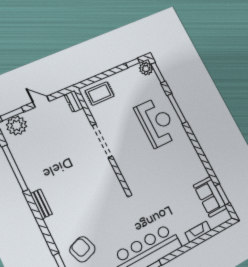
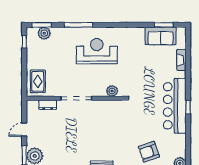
plant: (146, 69) -> (44, 33), moved
dresser: (74, 101) -> (48, 105), moved
reception desk: (156, 122) -> (97, 51), moved
plant: (129, 175) -> (112, 91), added

